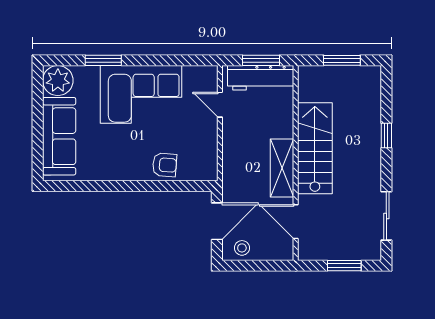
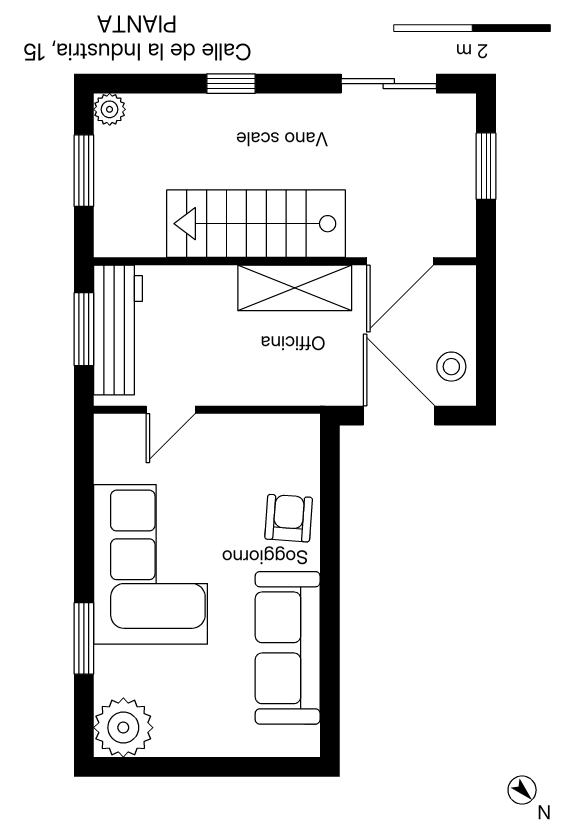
plant: (373, 74) -> (110, 109), added
sofa: (59, 136) -> (288, 648), moved, turned -90

